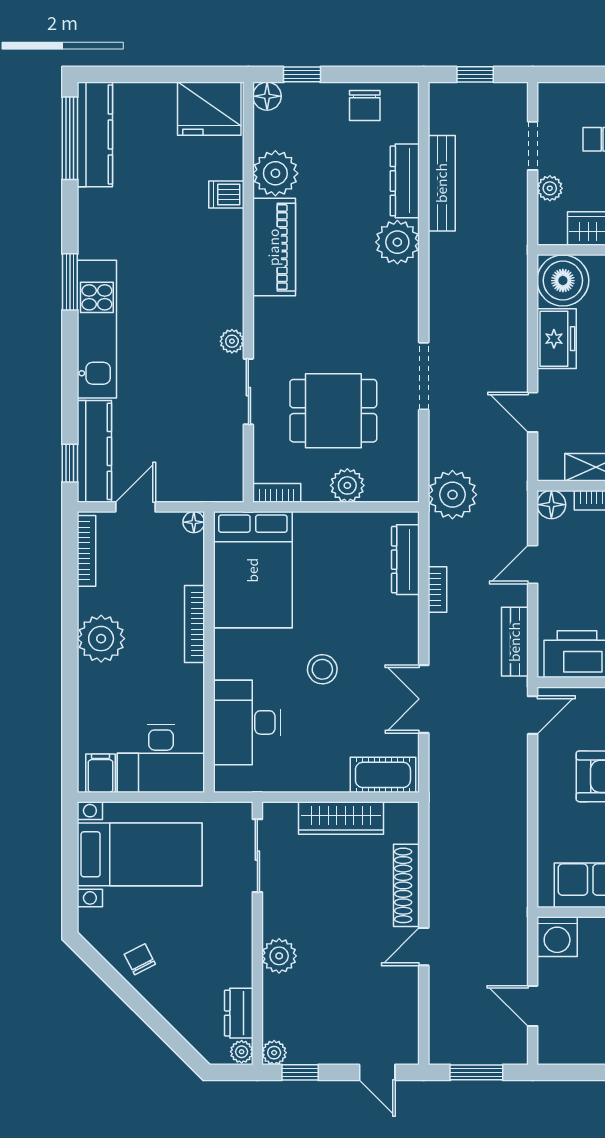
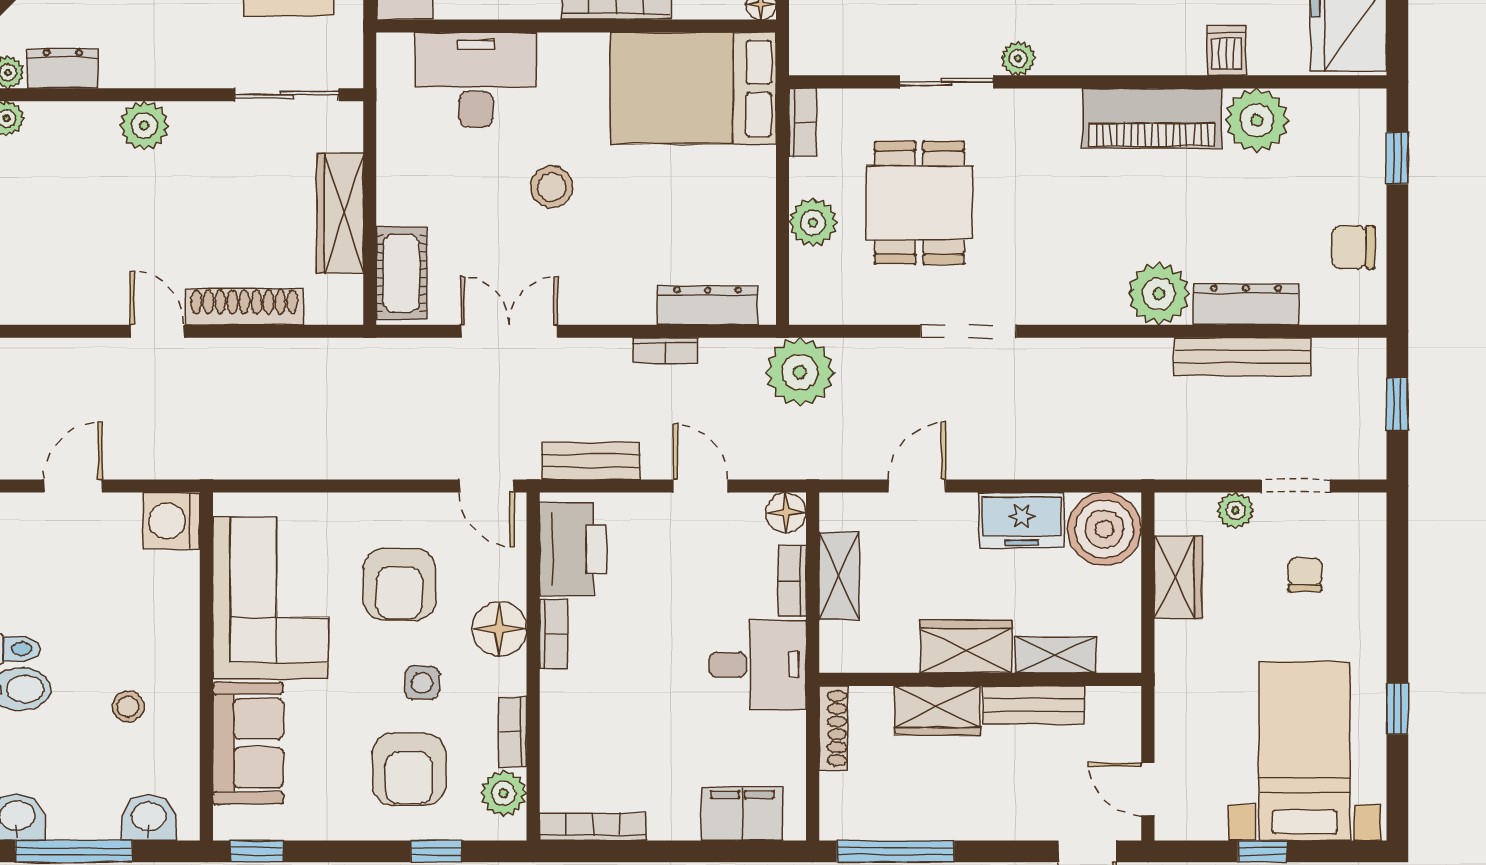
floor lamp: (267, 96) -> (1366, 108), removed

